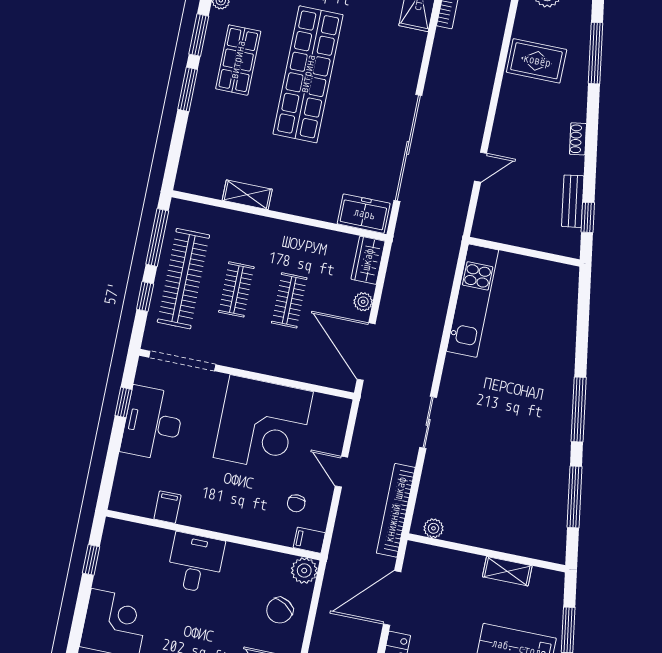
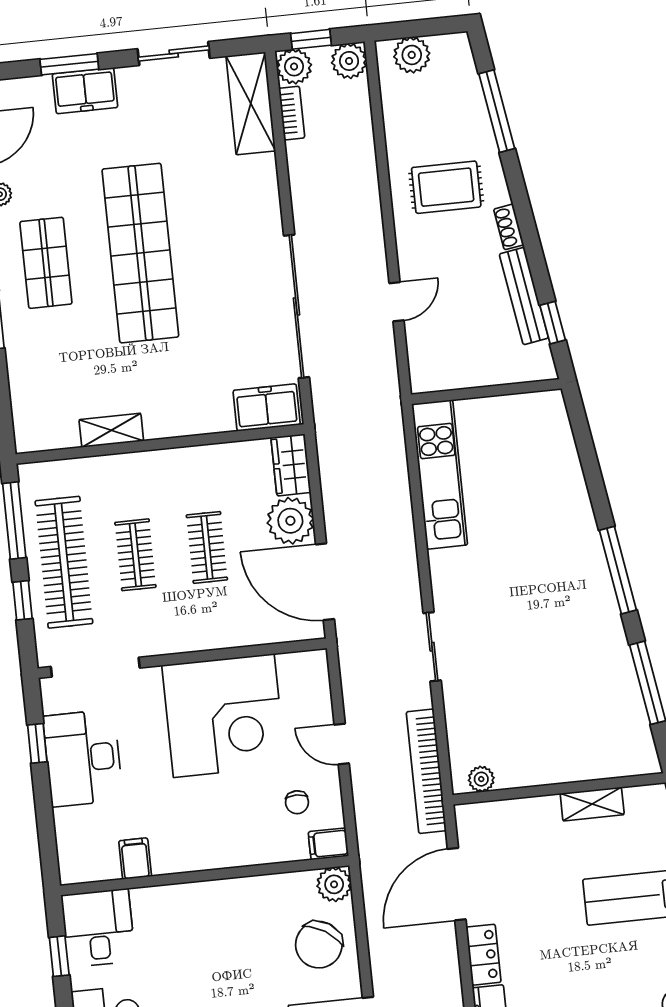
rug: (537, 61) -> (446, 187), moved
bench: (573, 201) -> (524, 296), width x1.36
plant: (363, 302) -> (290, 521), width x1.88, depth x1.88
desk: (195, 563) -> (98, 928), moved
chair: (280, 610) -> (319, 945), width x1.37, depth x1.37

